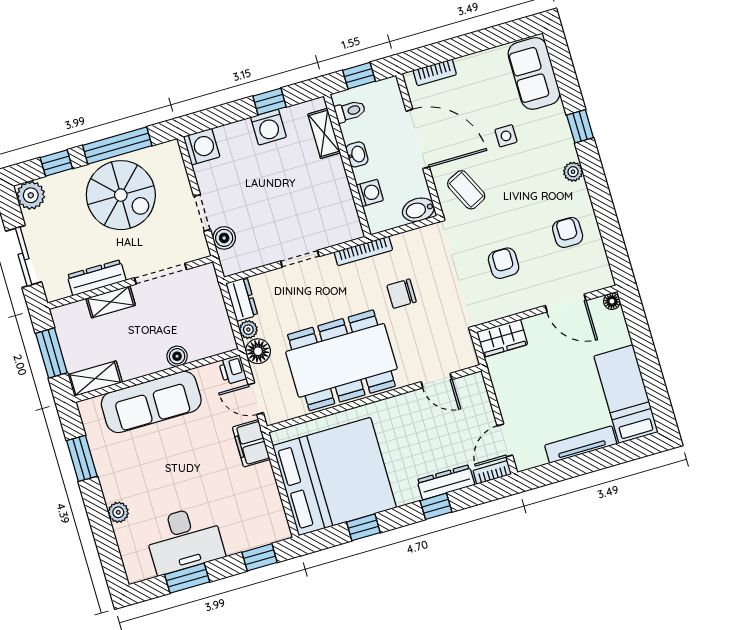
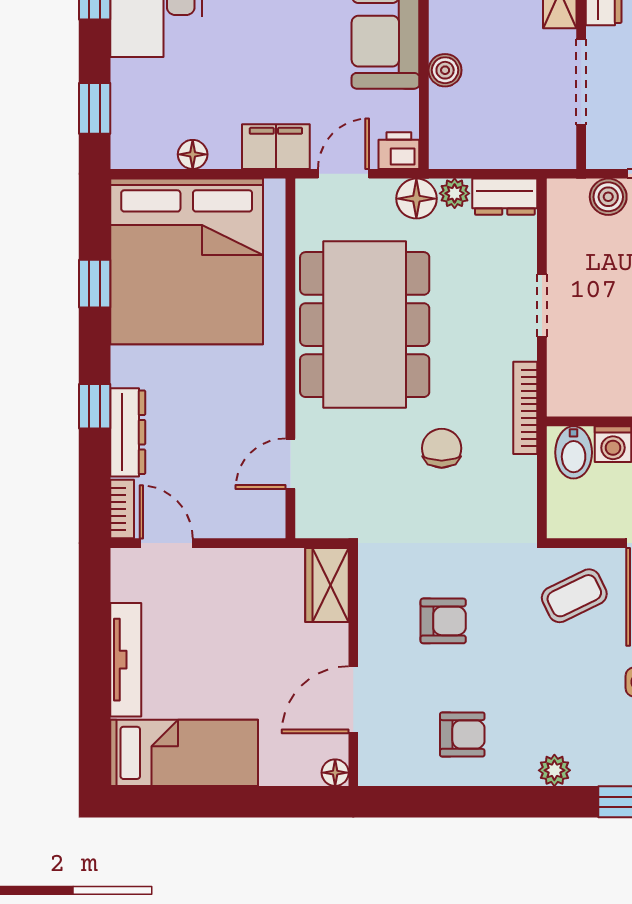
bidet: (418, 210) -> (574, 452), moved, turned 180
floor lamp: (270, 491) -> (193, 154), added

